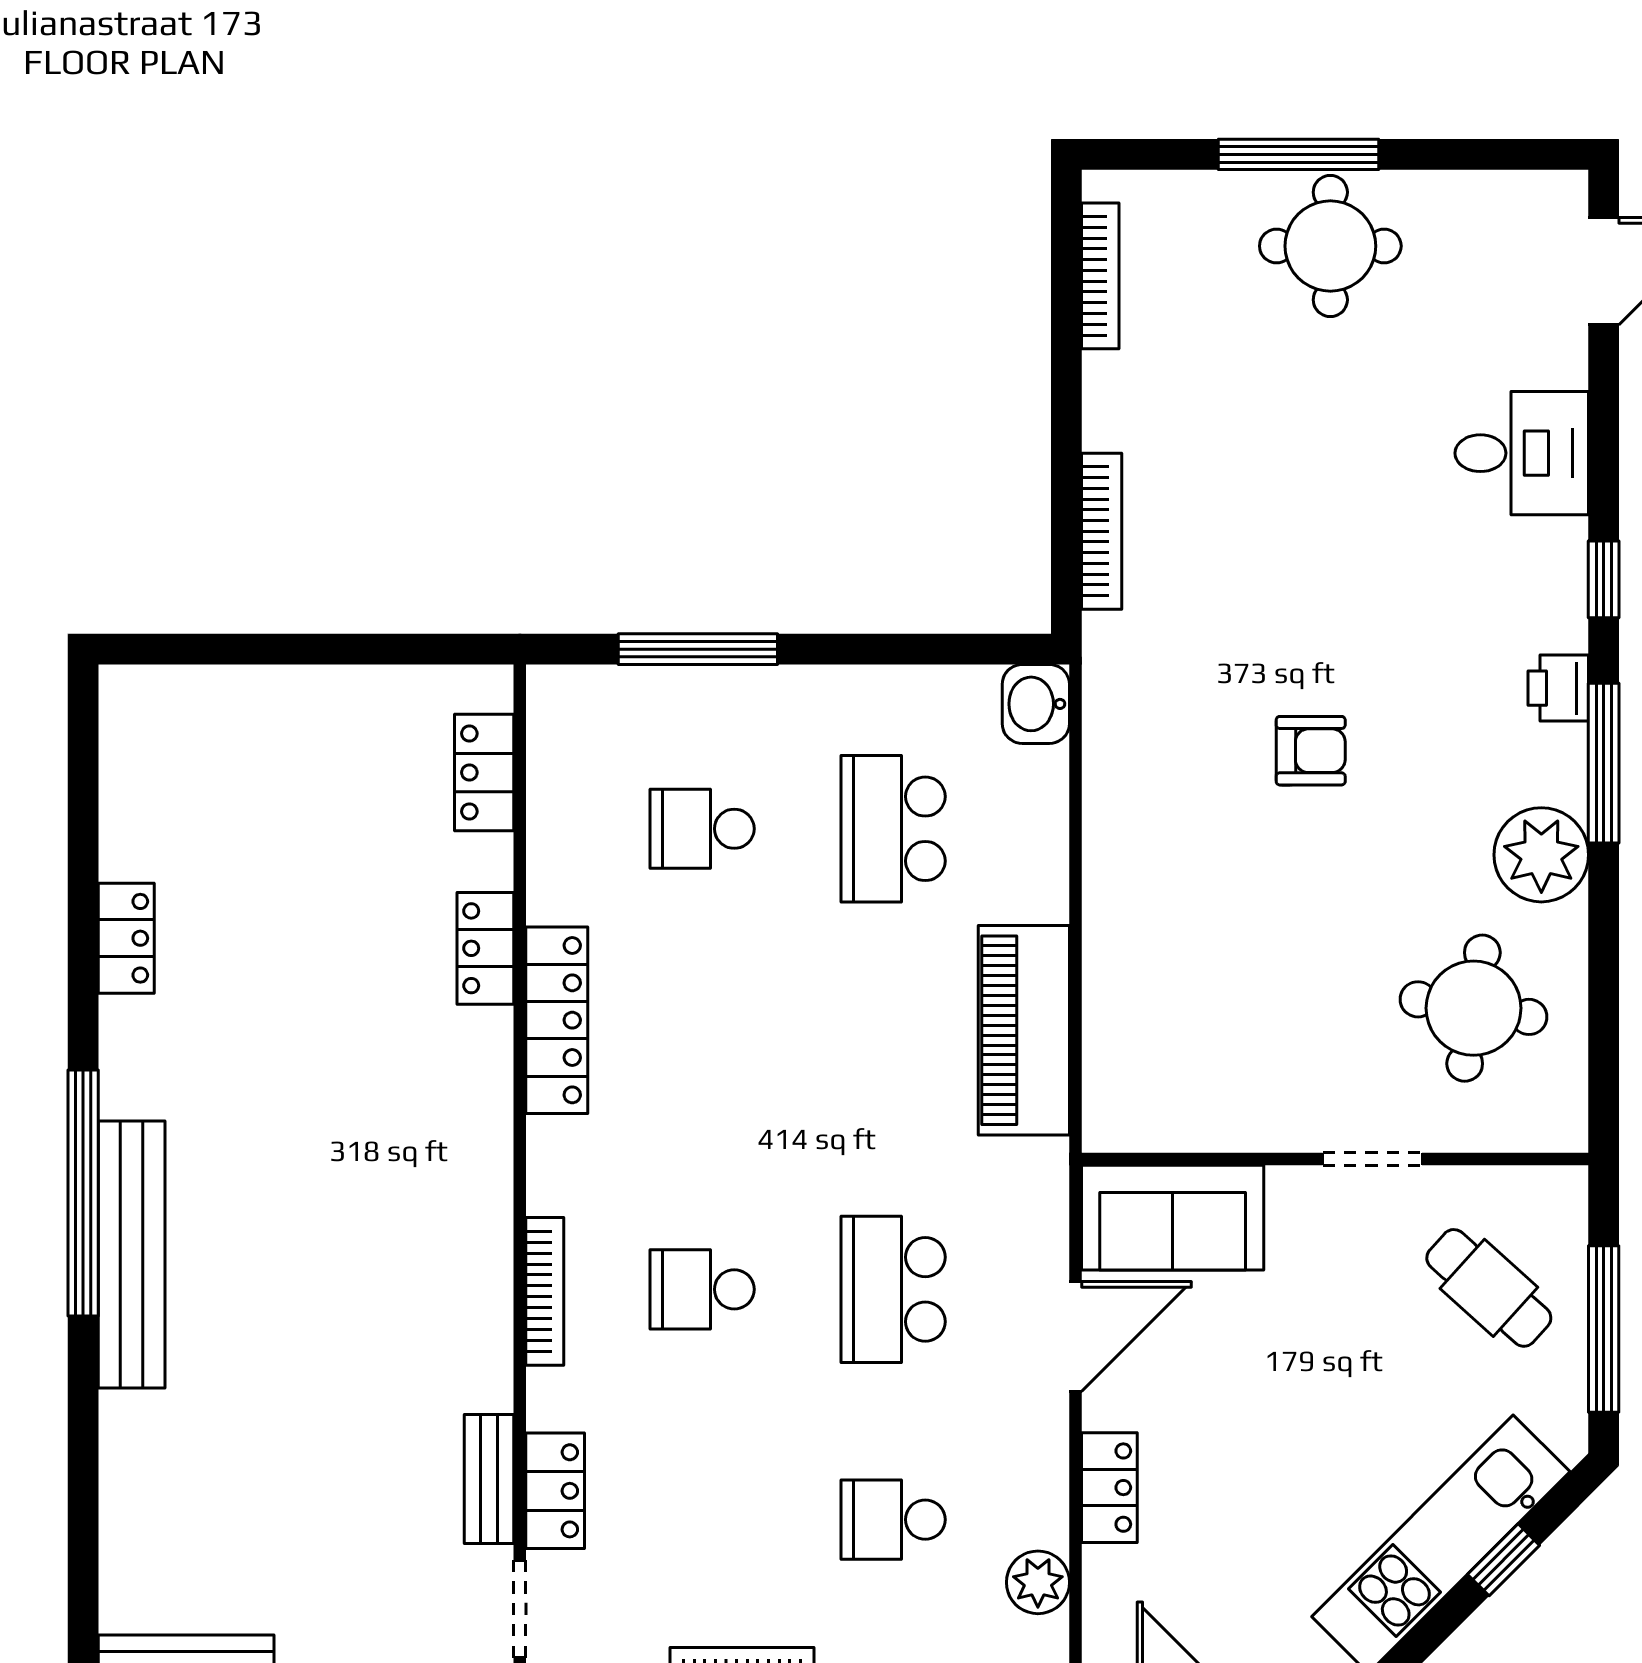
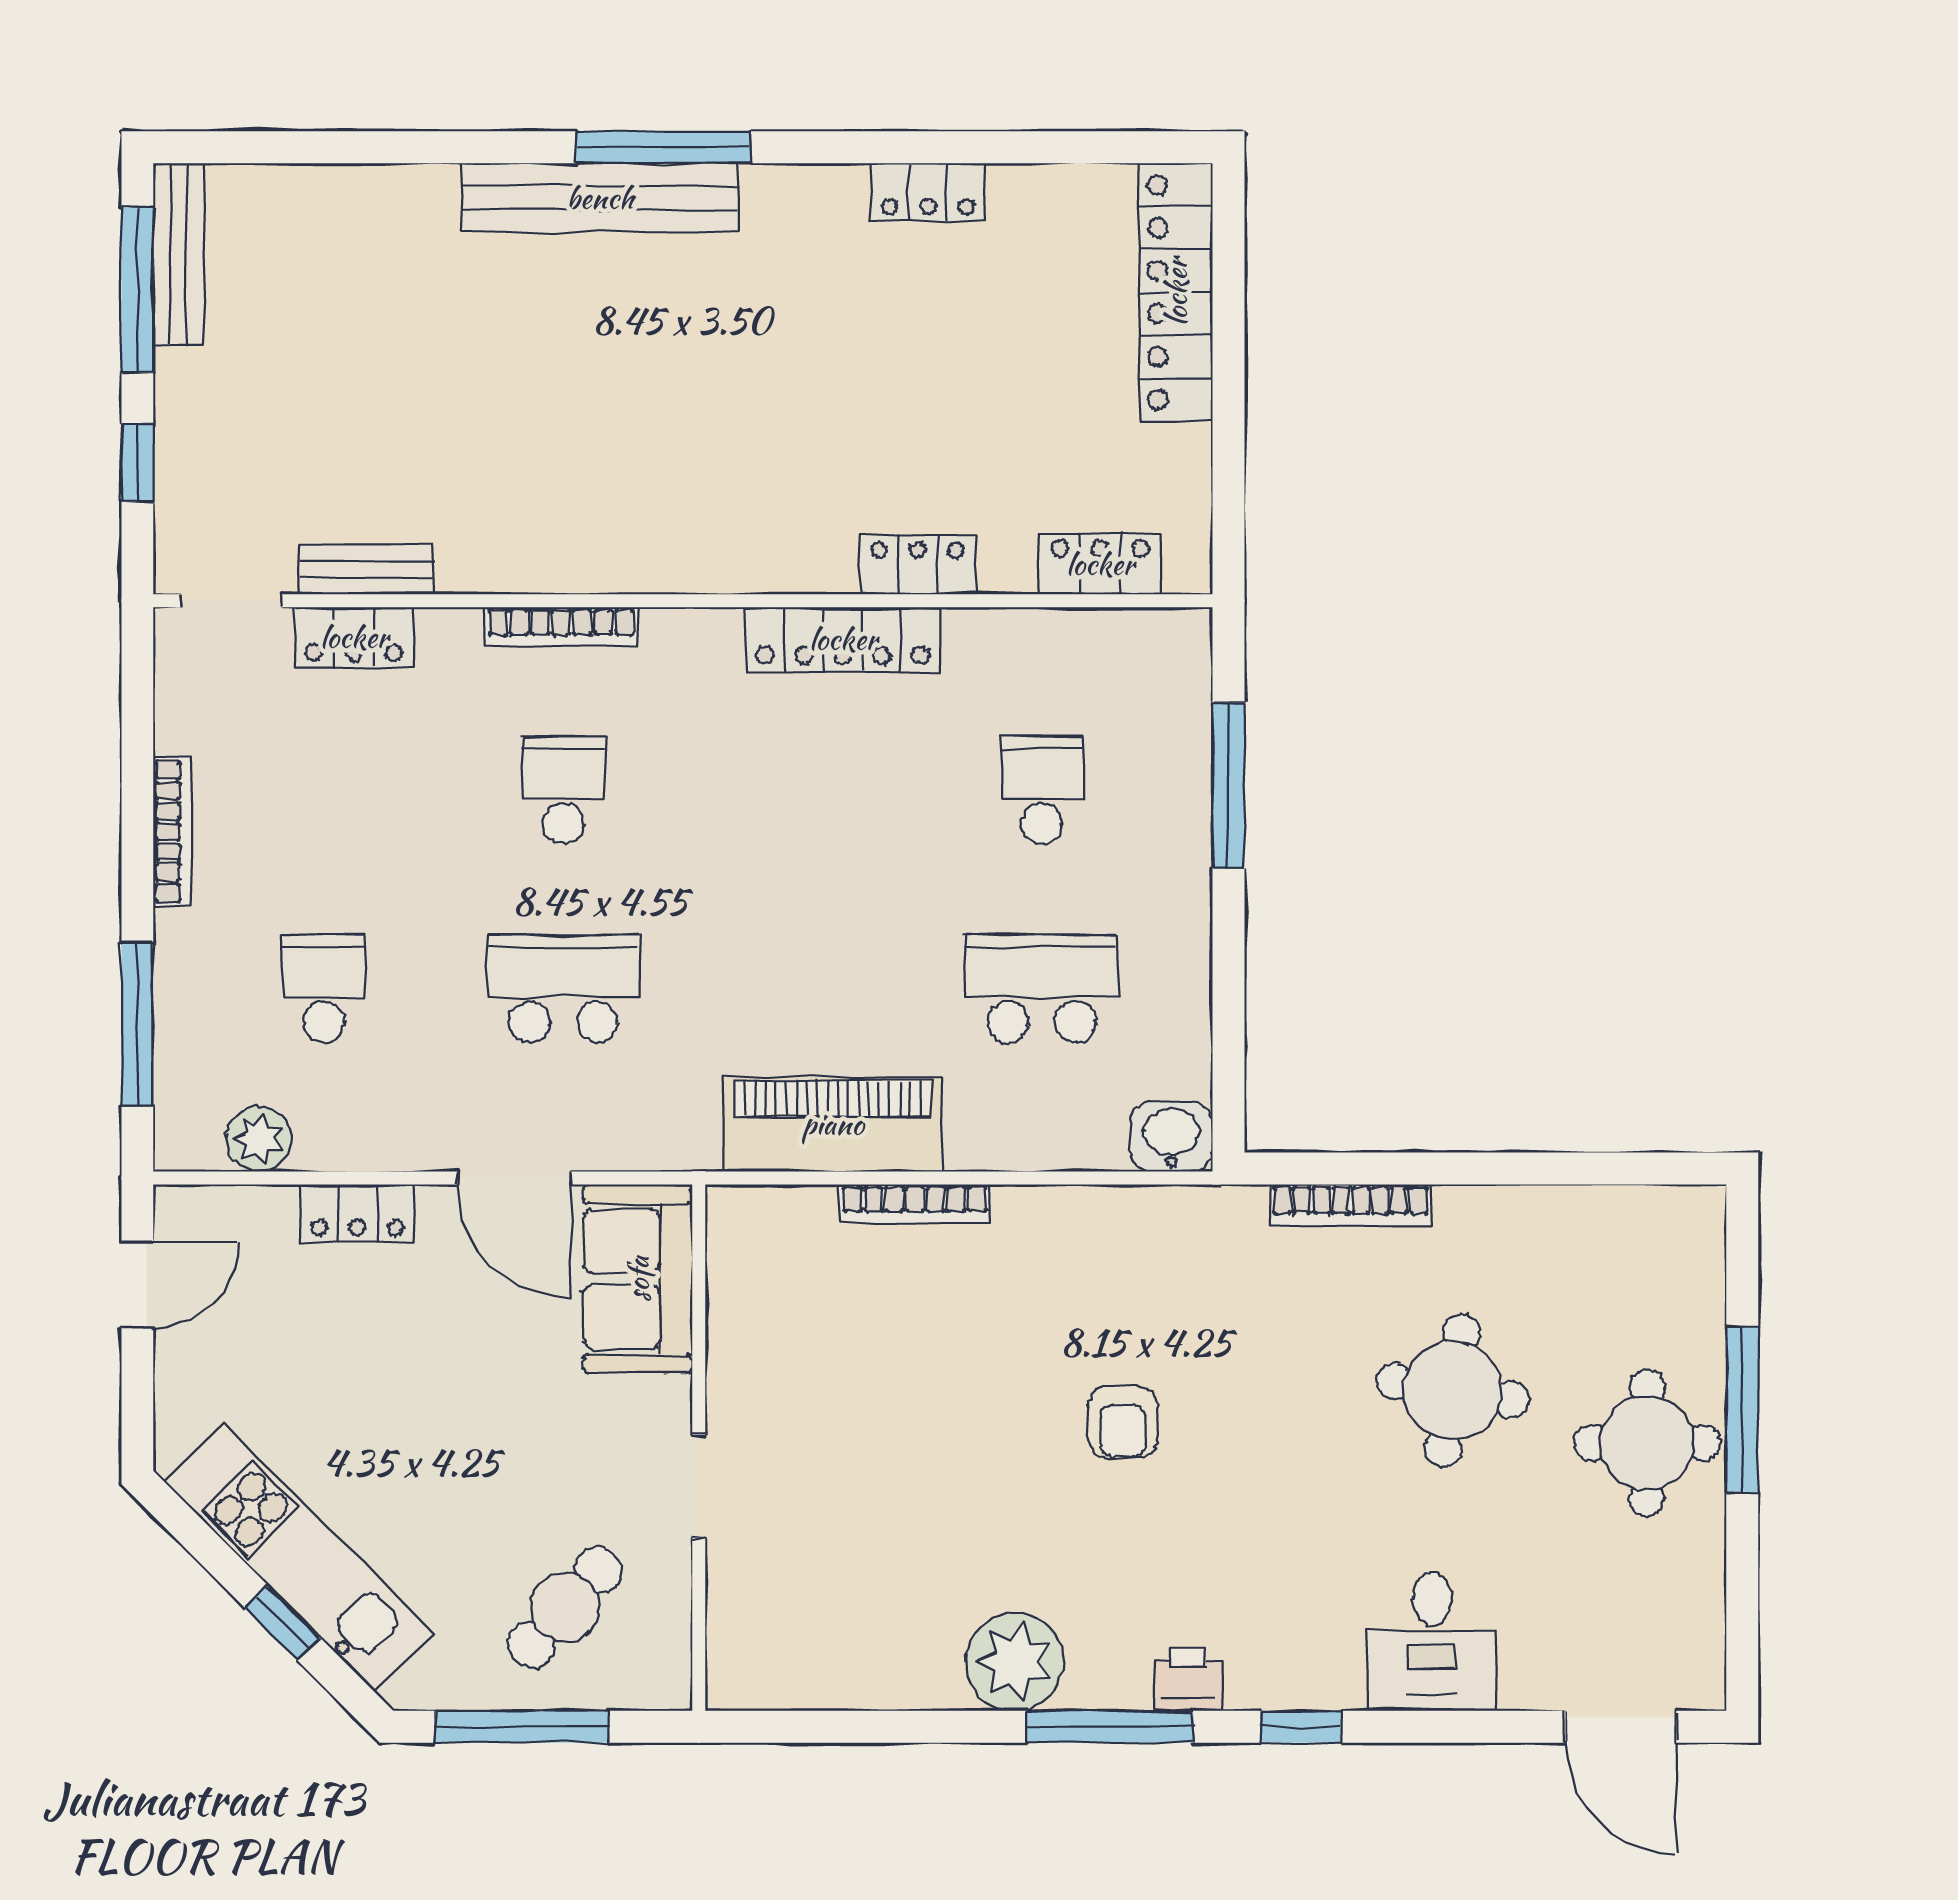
bookcase: (1100, 276) -> (915, 1204), moved
locker: (223, 699) -> (1176, 292), added
round table: (1474, 1008) -> (1452, 1390), moved
window: (83, 1193) -> (663, 147), width x0.68

